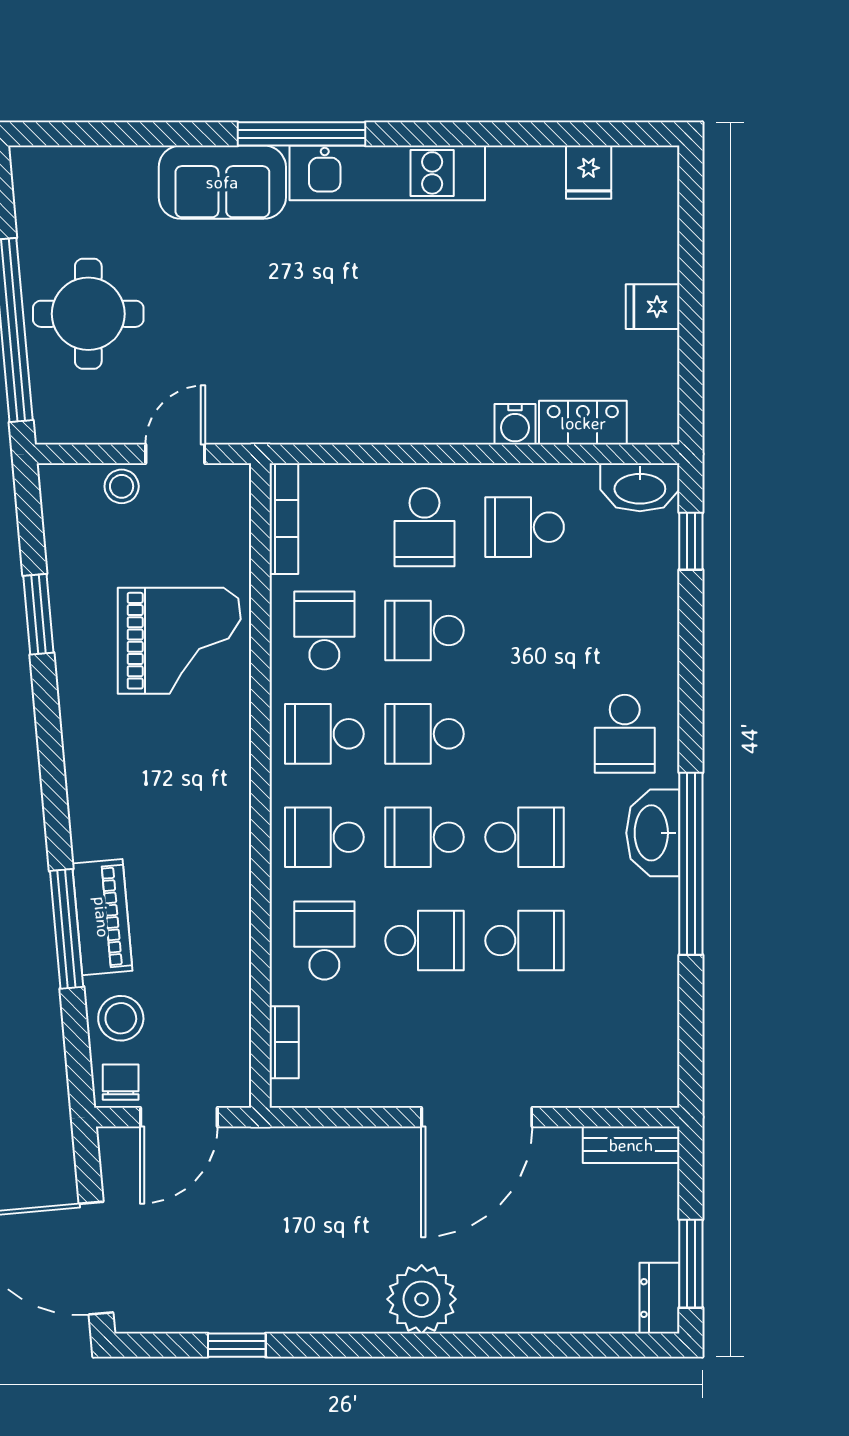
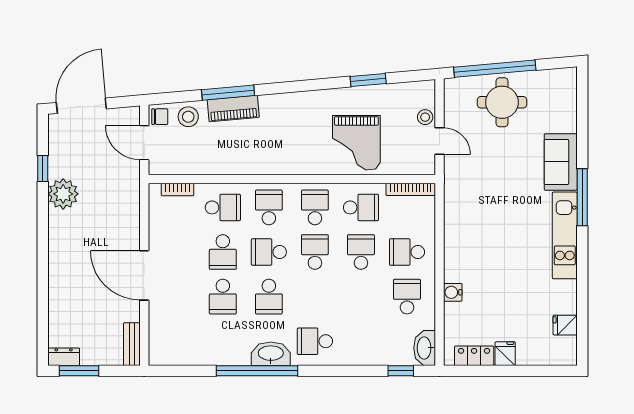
locker: (583, 423) -> (474, 356), moved, turned -90
school desk: (424, 837) -> (269, 252), turned -90
plant: (422, 1299) -> (63, 194), moved

